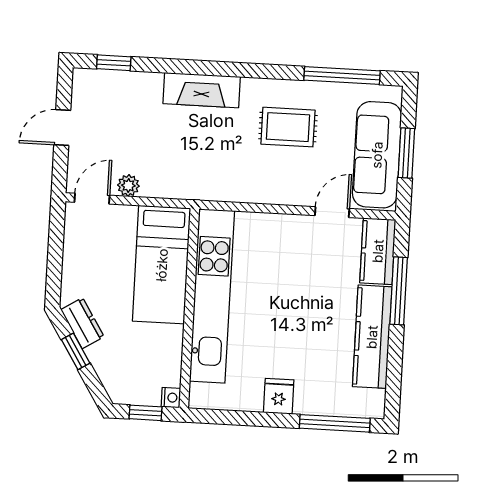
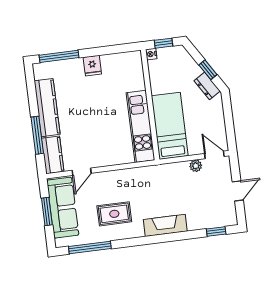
door: (92, 199) -> (214, 155), swing flipped
kitchen unit: (212, 296) -> (141, 126), width x0.73

